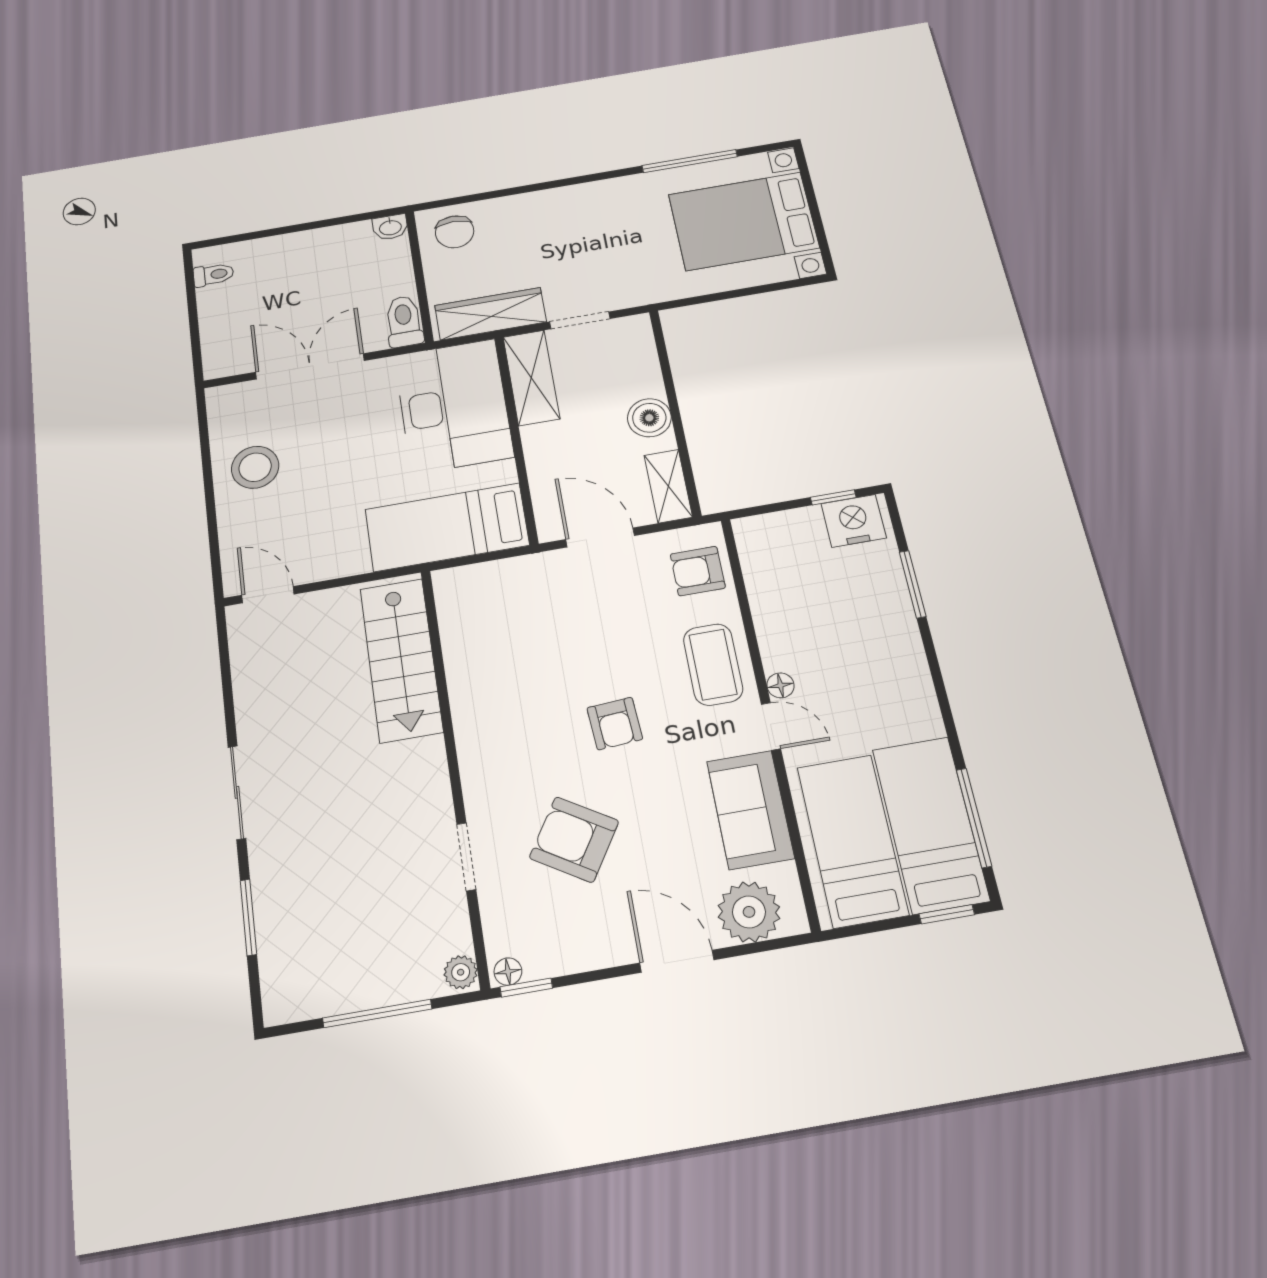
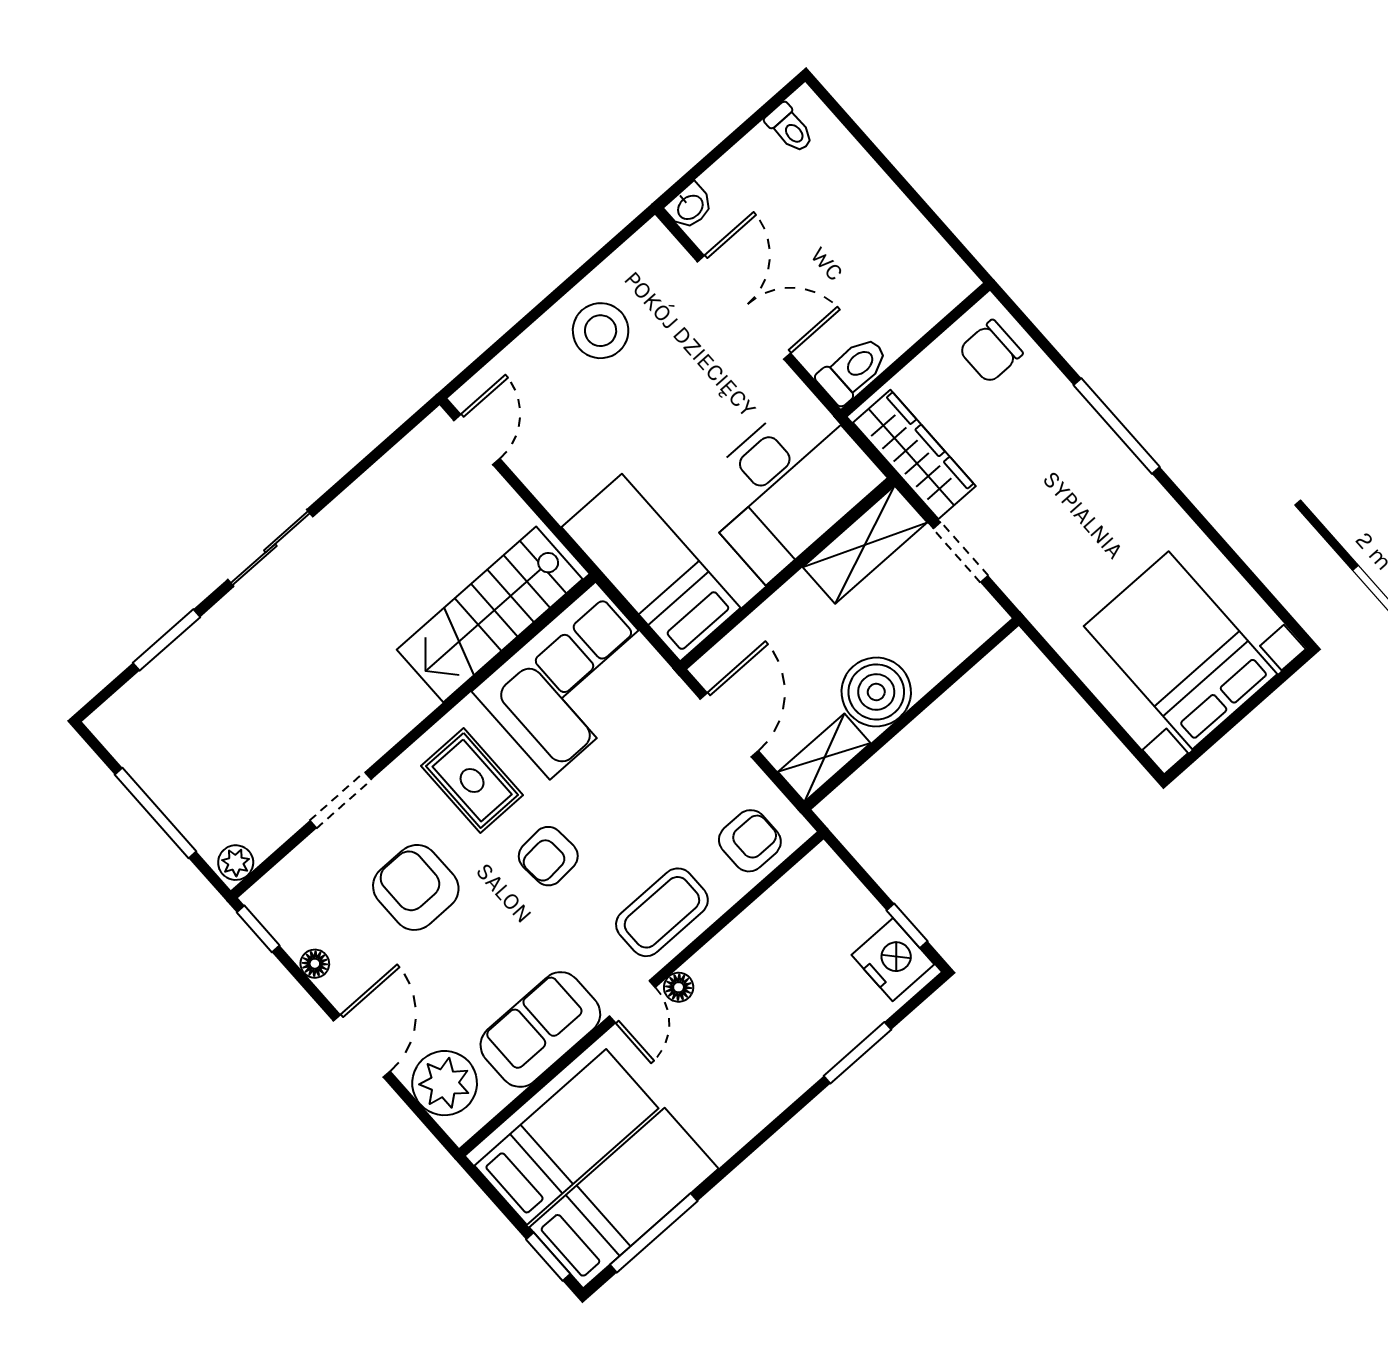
window: (690, 161) -> (1117, 426), moved
washbasin: (390, 227) -> (690, 207), moved, turned -90
boiler: (649, 418) -> (876, 692), width x1.37, depth x1.37
armchair: (698, 571) -> (750, 841), turned 90
corner sofa: (492, 629) -> (573, 681), added
rug: (518, 746) -> (472, 781), added
armchair: (574, 839) -> (416, 887), turned -32
floor lamp: (508, 972) -> (315, 964), moved

